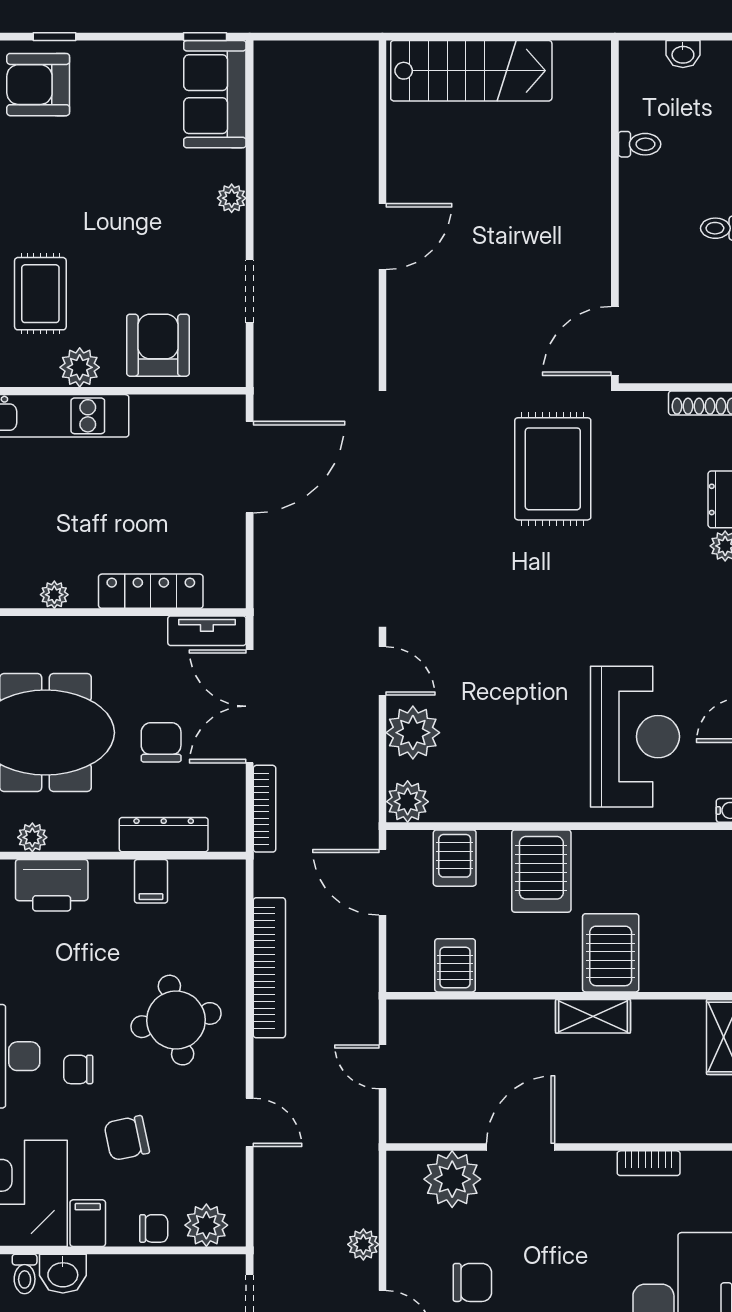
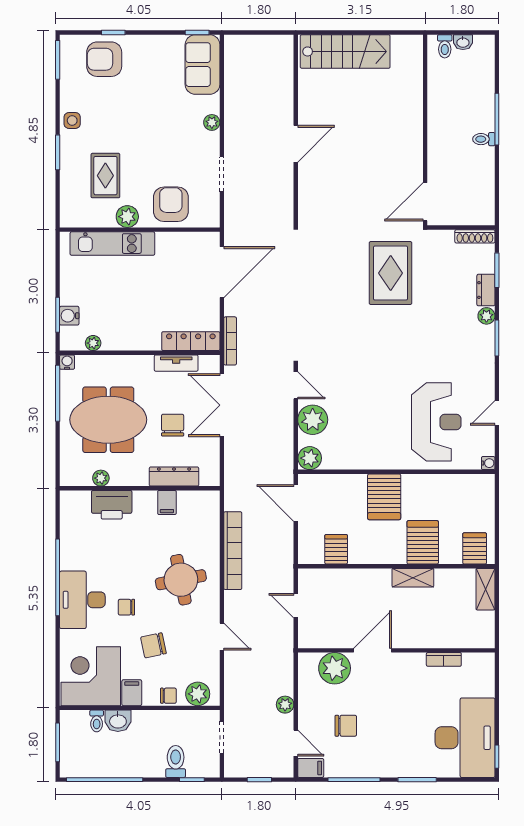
toilet: (640, 144) -> (445, 46), moved, turned 90
locker: (151, 591) -> (191, 341), moved
plant: (54, 595) -> (93, 343), moved
tv unit: (207, 631) -> (176, 363), moved
bookcase: (265, 809) -> (230, 341), moved
server rack: (455, 858) -> (475, 548), moved, turned 180

